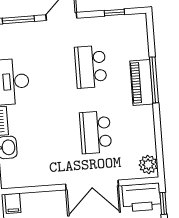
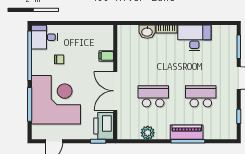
plant: (148, 165) -> (148, 133), moved
filing cabinet: (13, 203) -> (106, 56), moved

